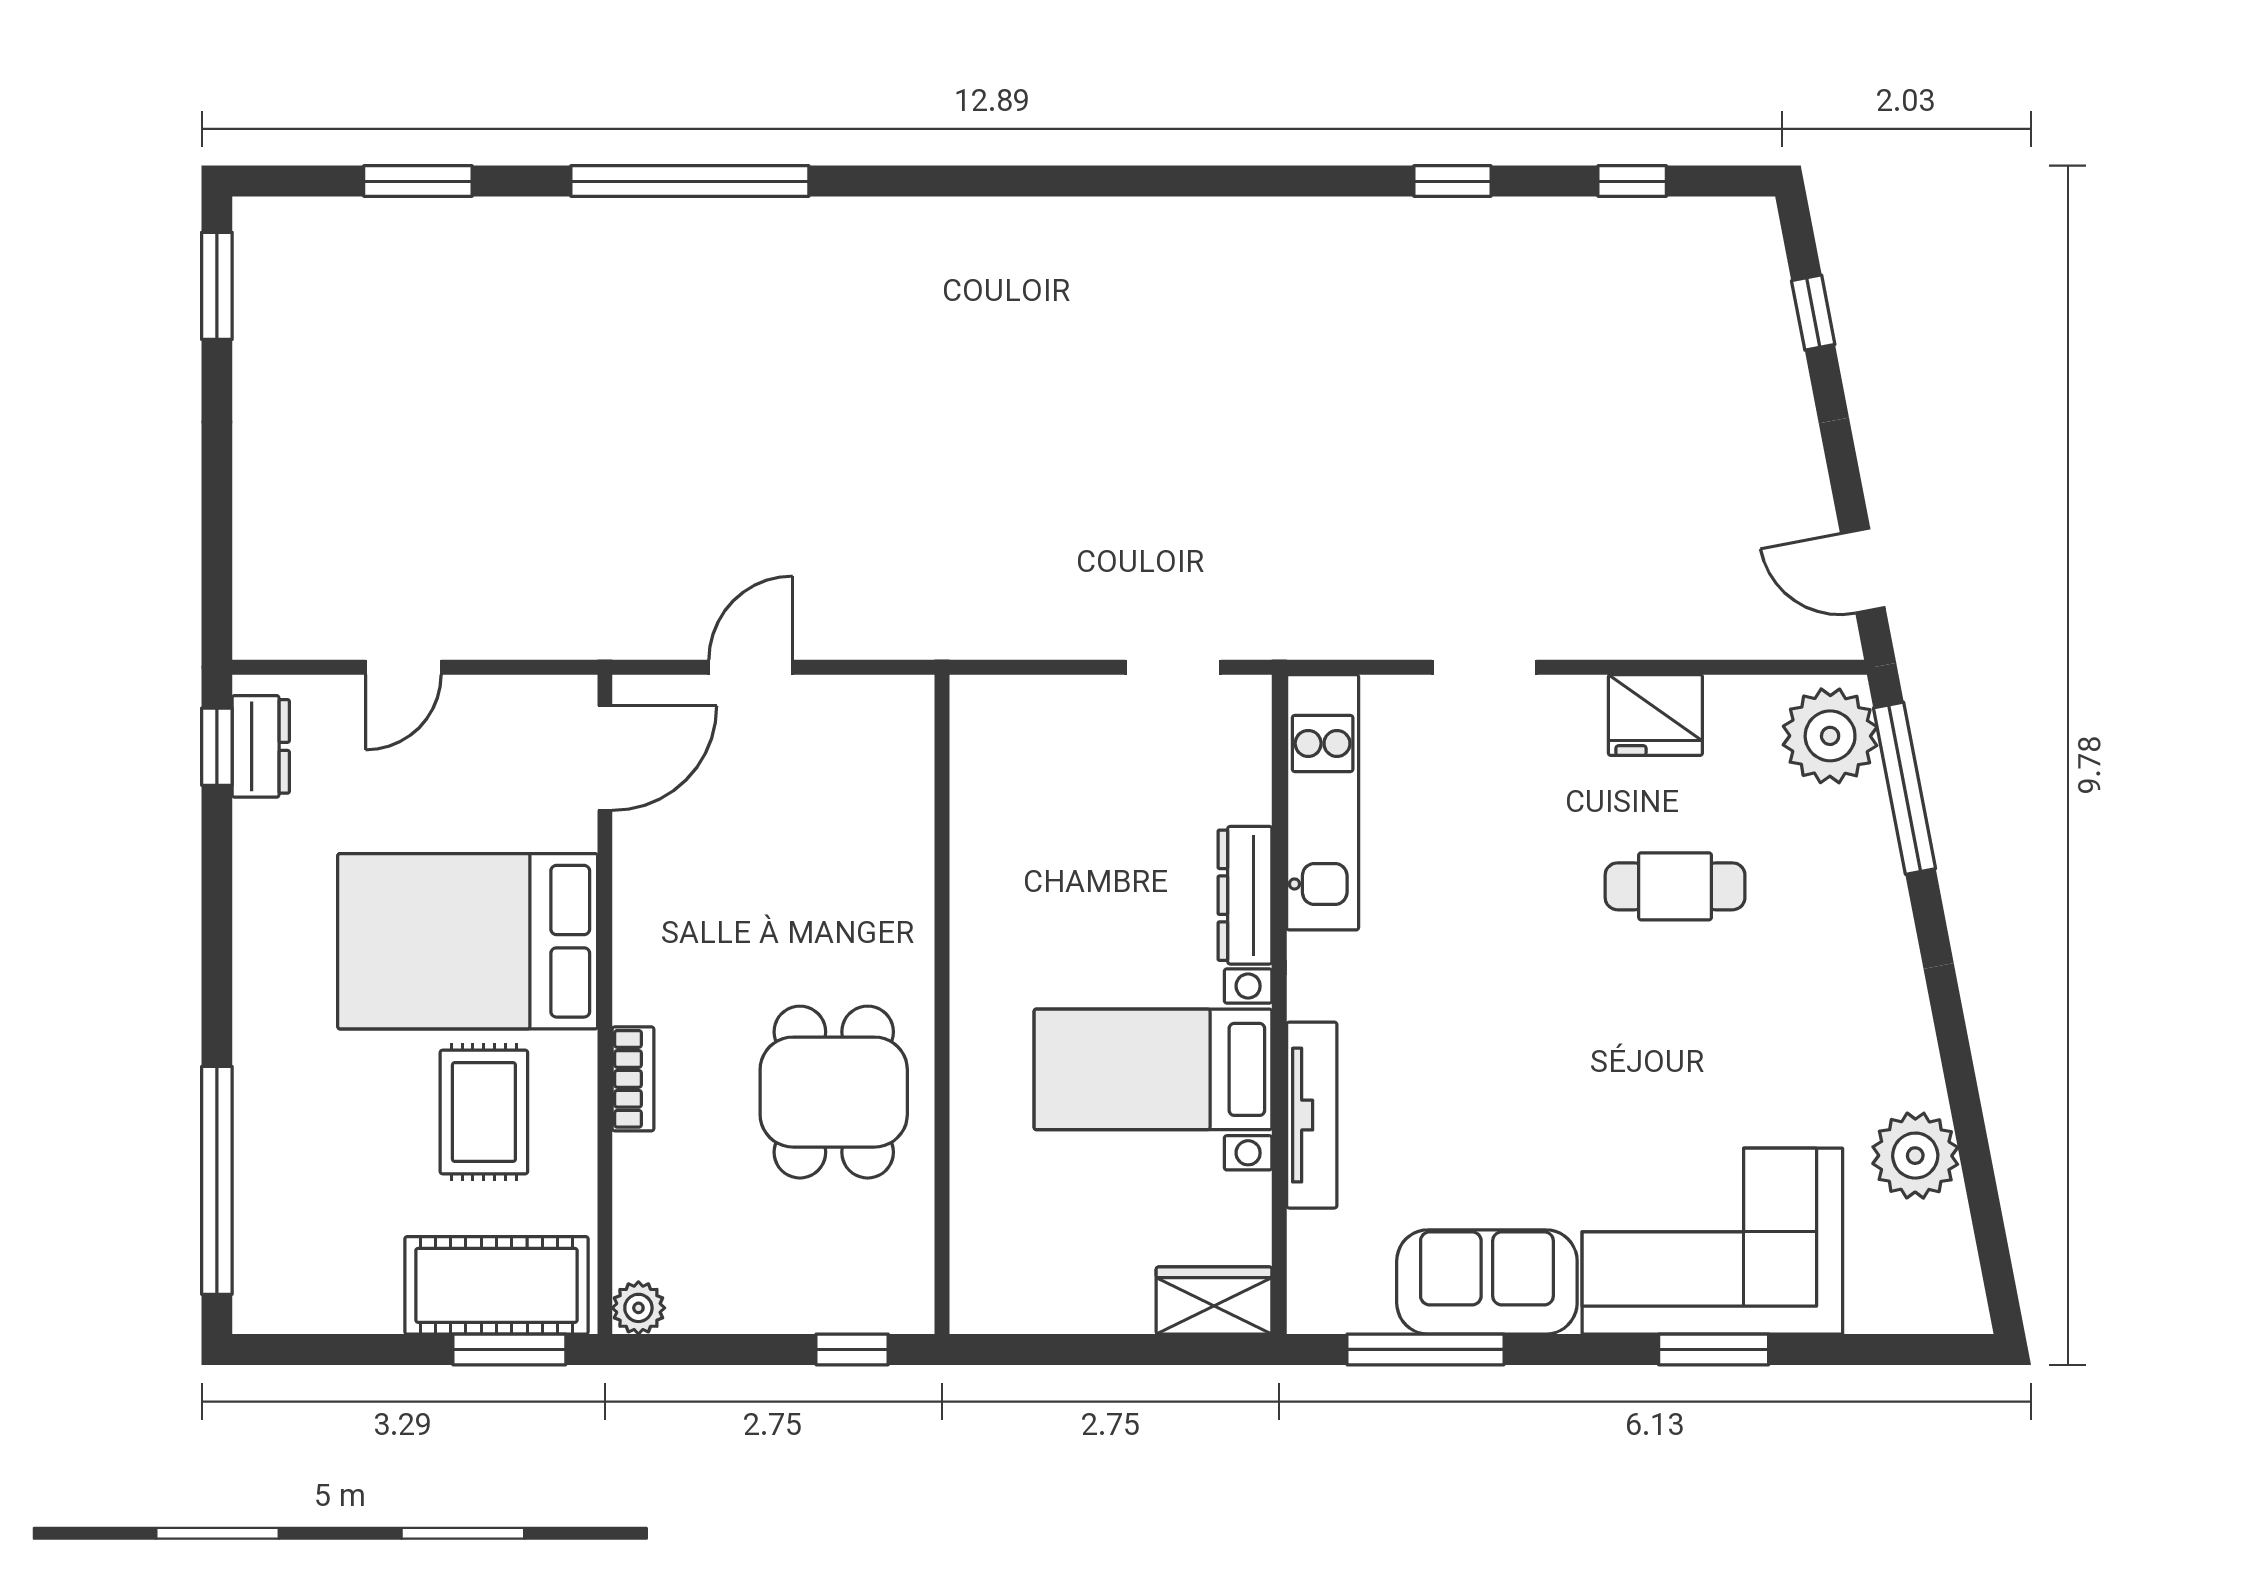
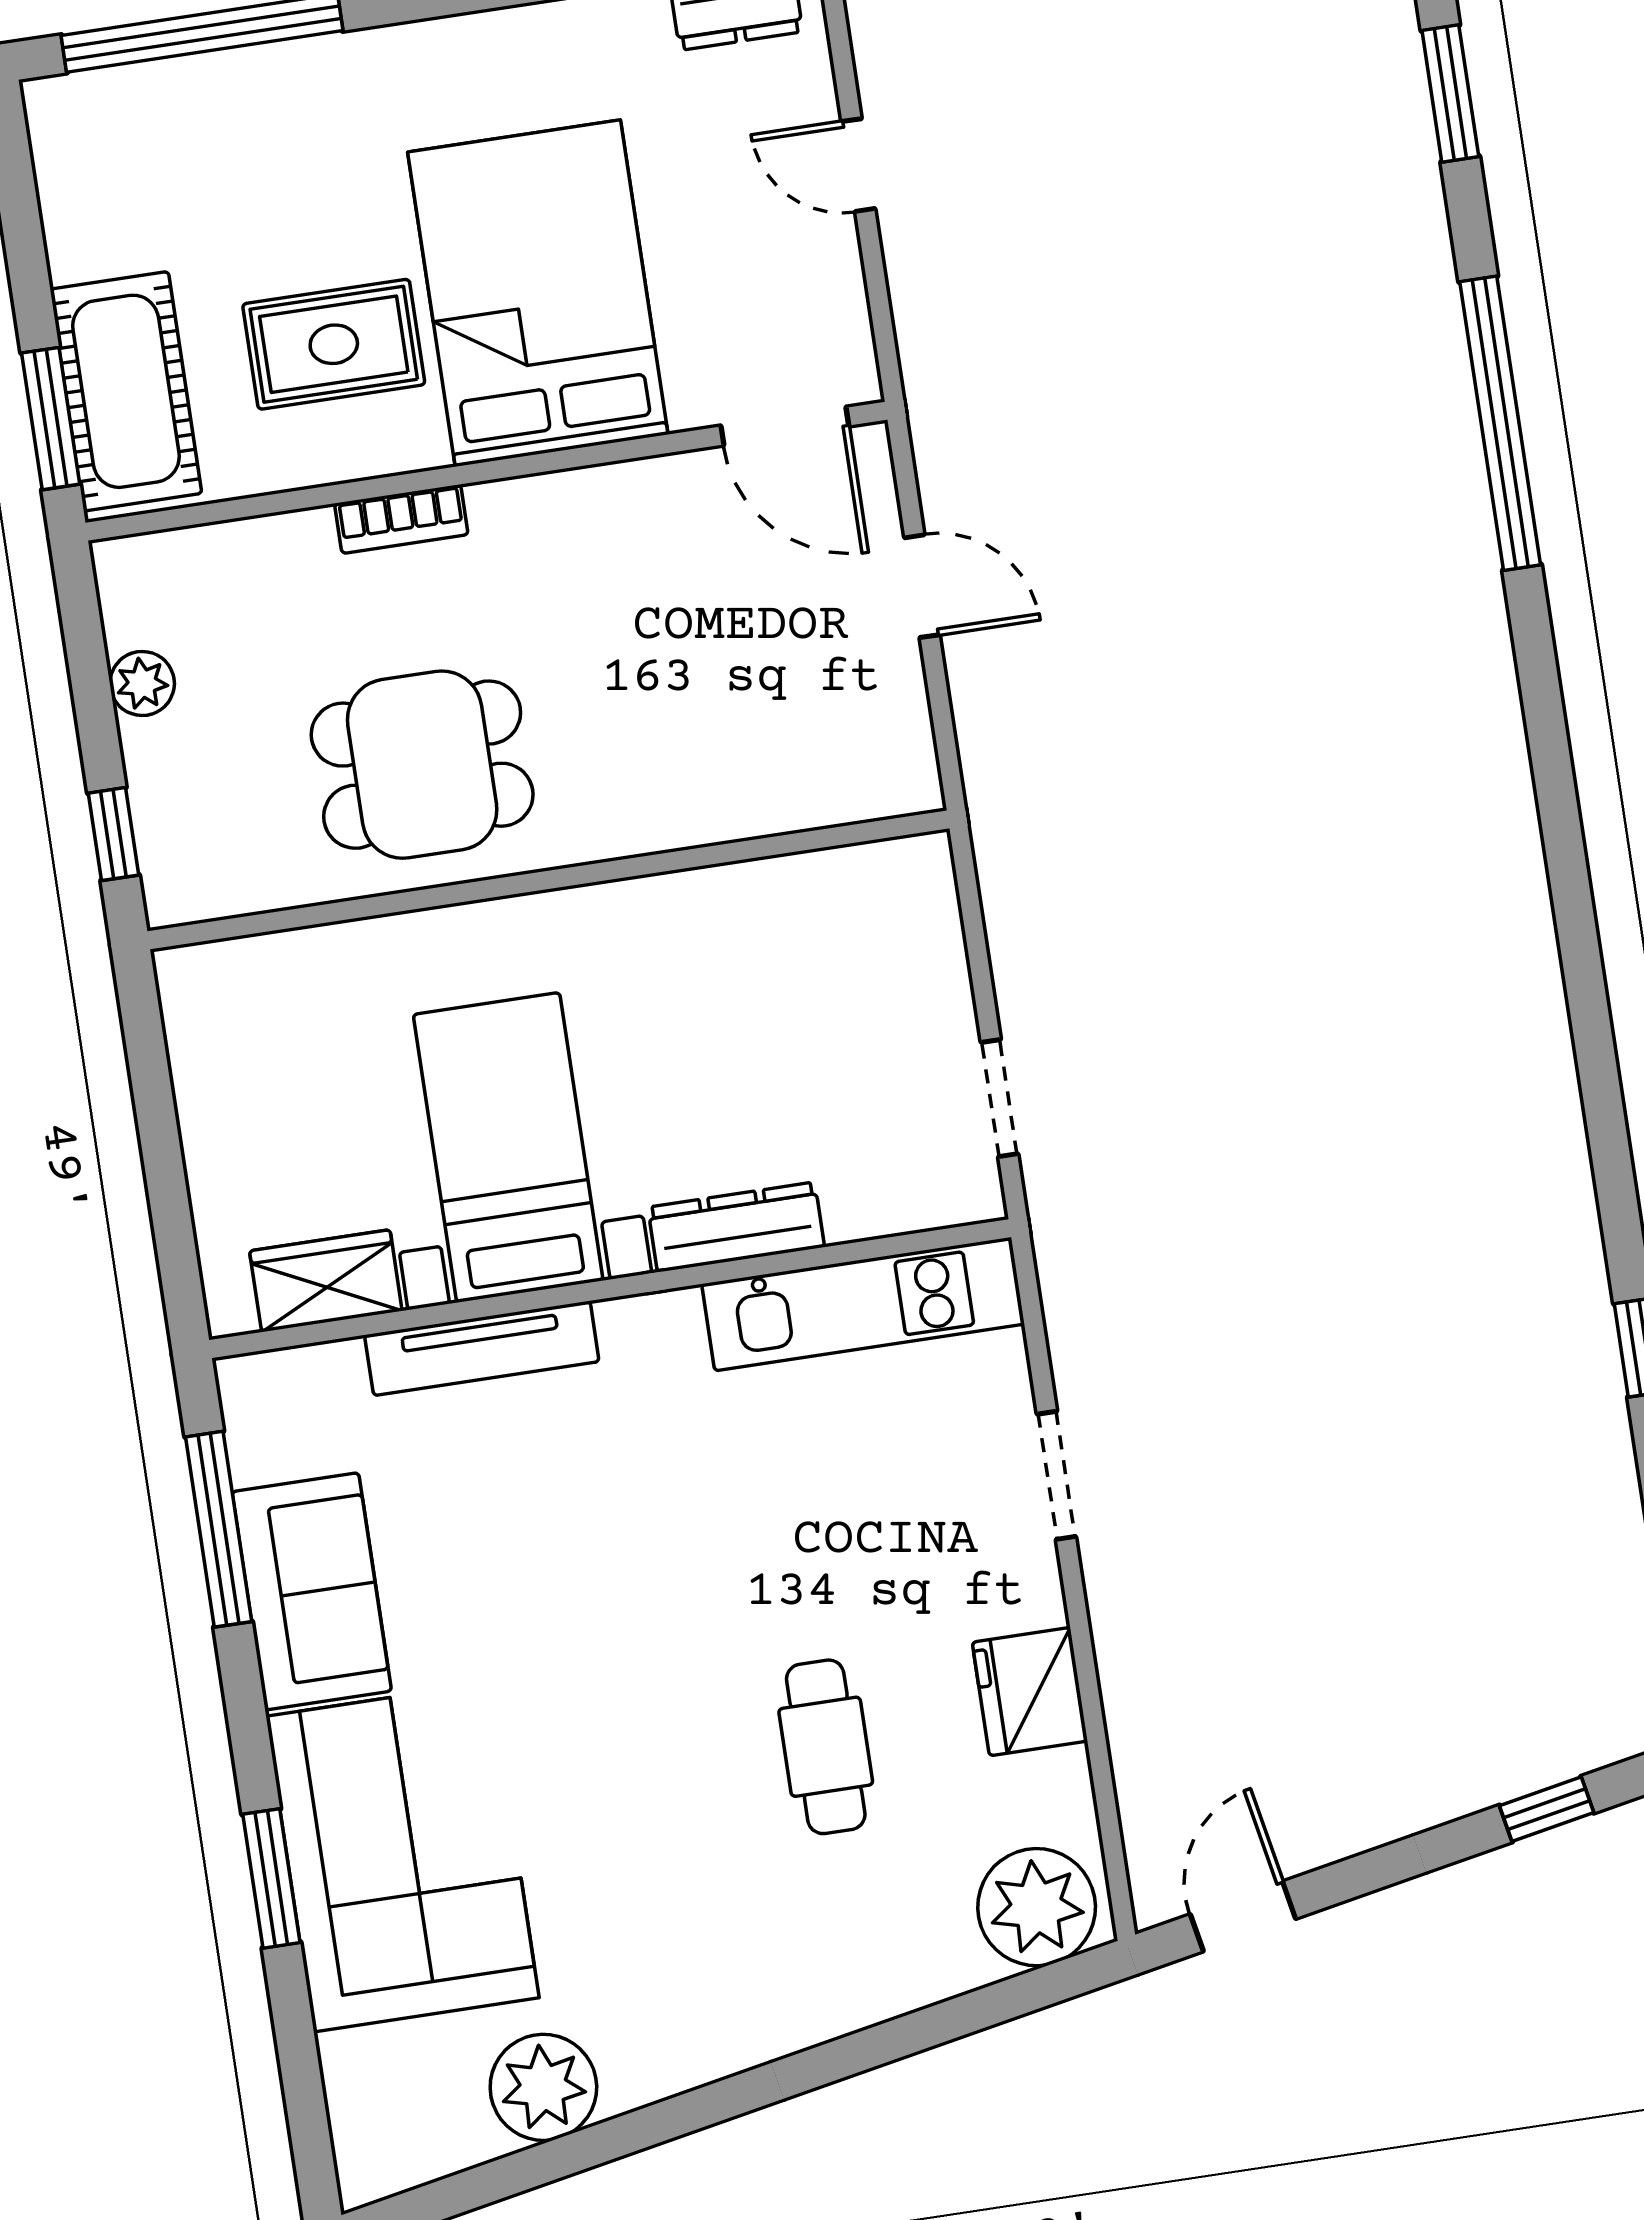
window: (1905, 788) -> (987, 2007), removed
wardrobe: (1214, 1301) -> (326, 1281), moved, turned -90
plant: (638, 1308) -> (142, 683), moved

